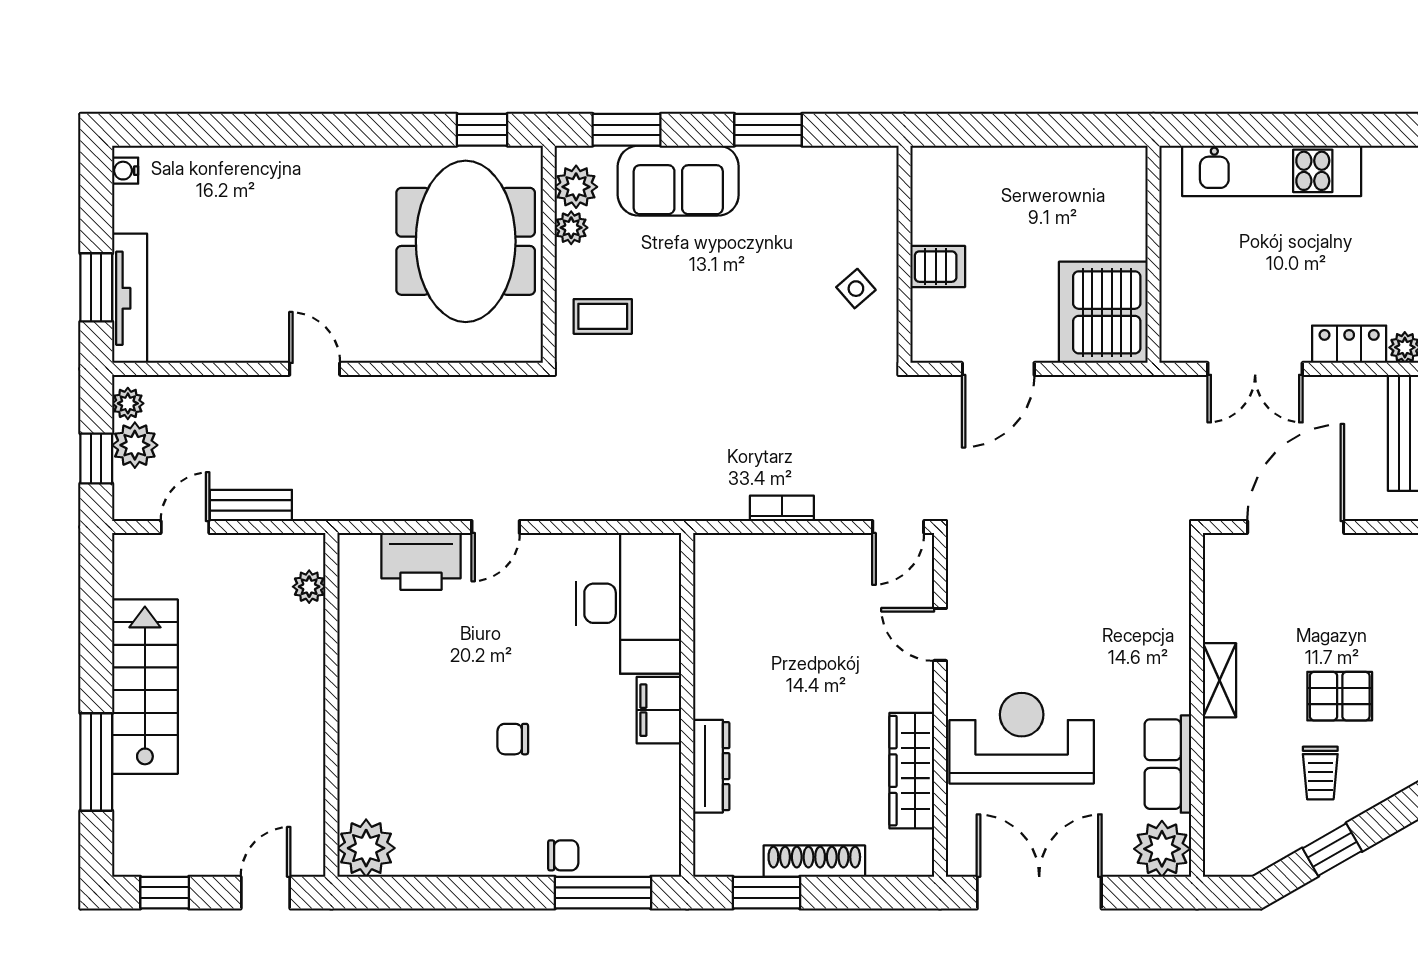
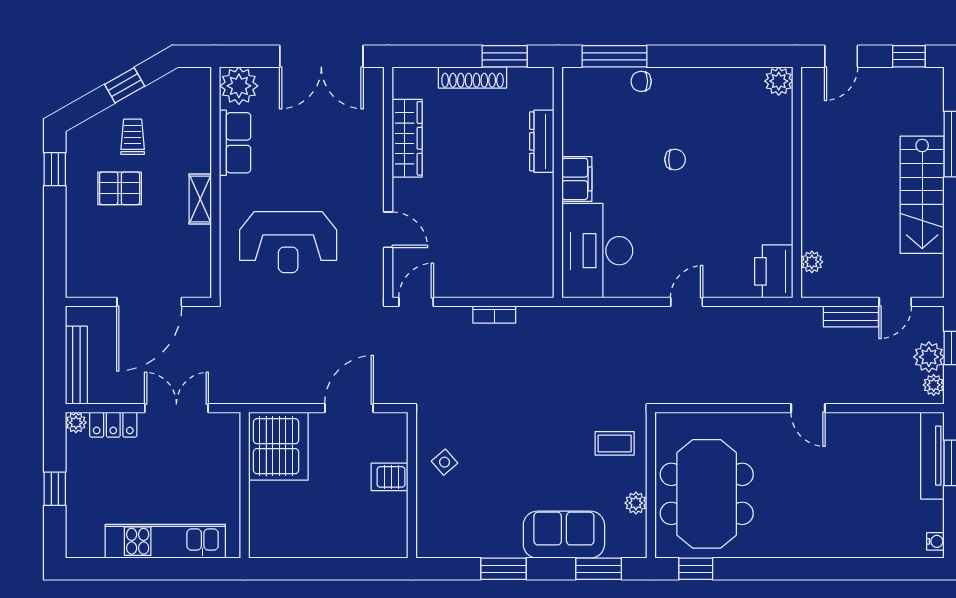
plant: (576, 187) -> (633, 530), removed
printer: (421, 561) -> (774, 271), moved, turned -90
reception desk: (1022, 738) -> (288, 242), moved
plant: (366, 848) -> (779, 81), width x0.73, depth x0.73

